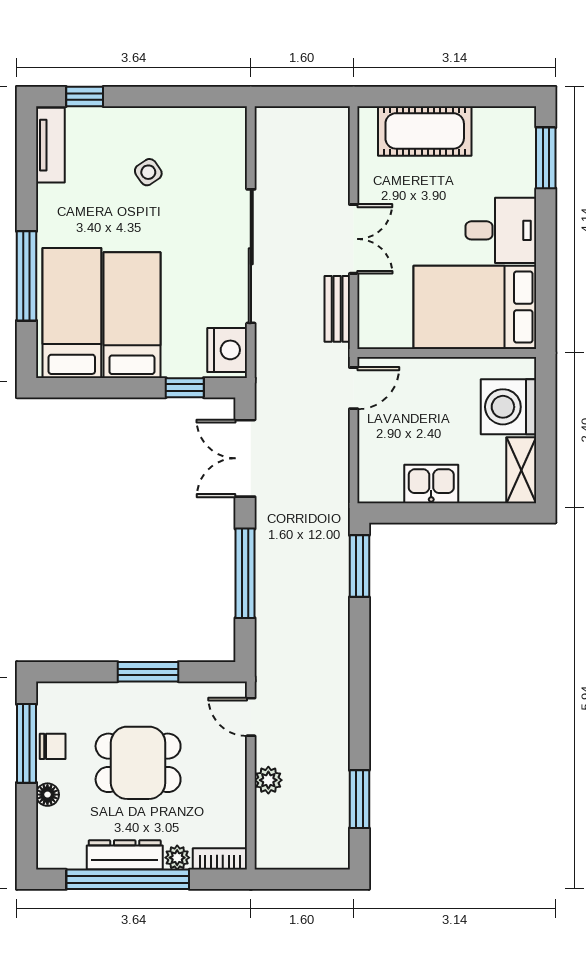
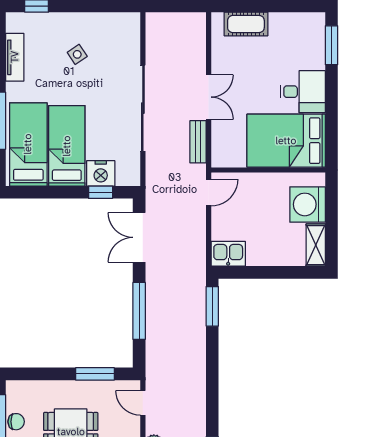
cot: (425, 131) -> (246, 24), width x0.73, depth x0.75
tv unit: (50, 145) -> (15, 57), moved
nightstand: (227, 350) -> (101, 173), moved, turned 90
kitchen sink: (431, 484) -> (228, 254), moved
window: (148, 672) -> (95, 374), moved

